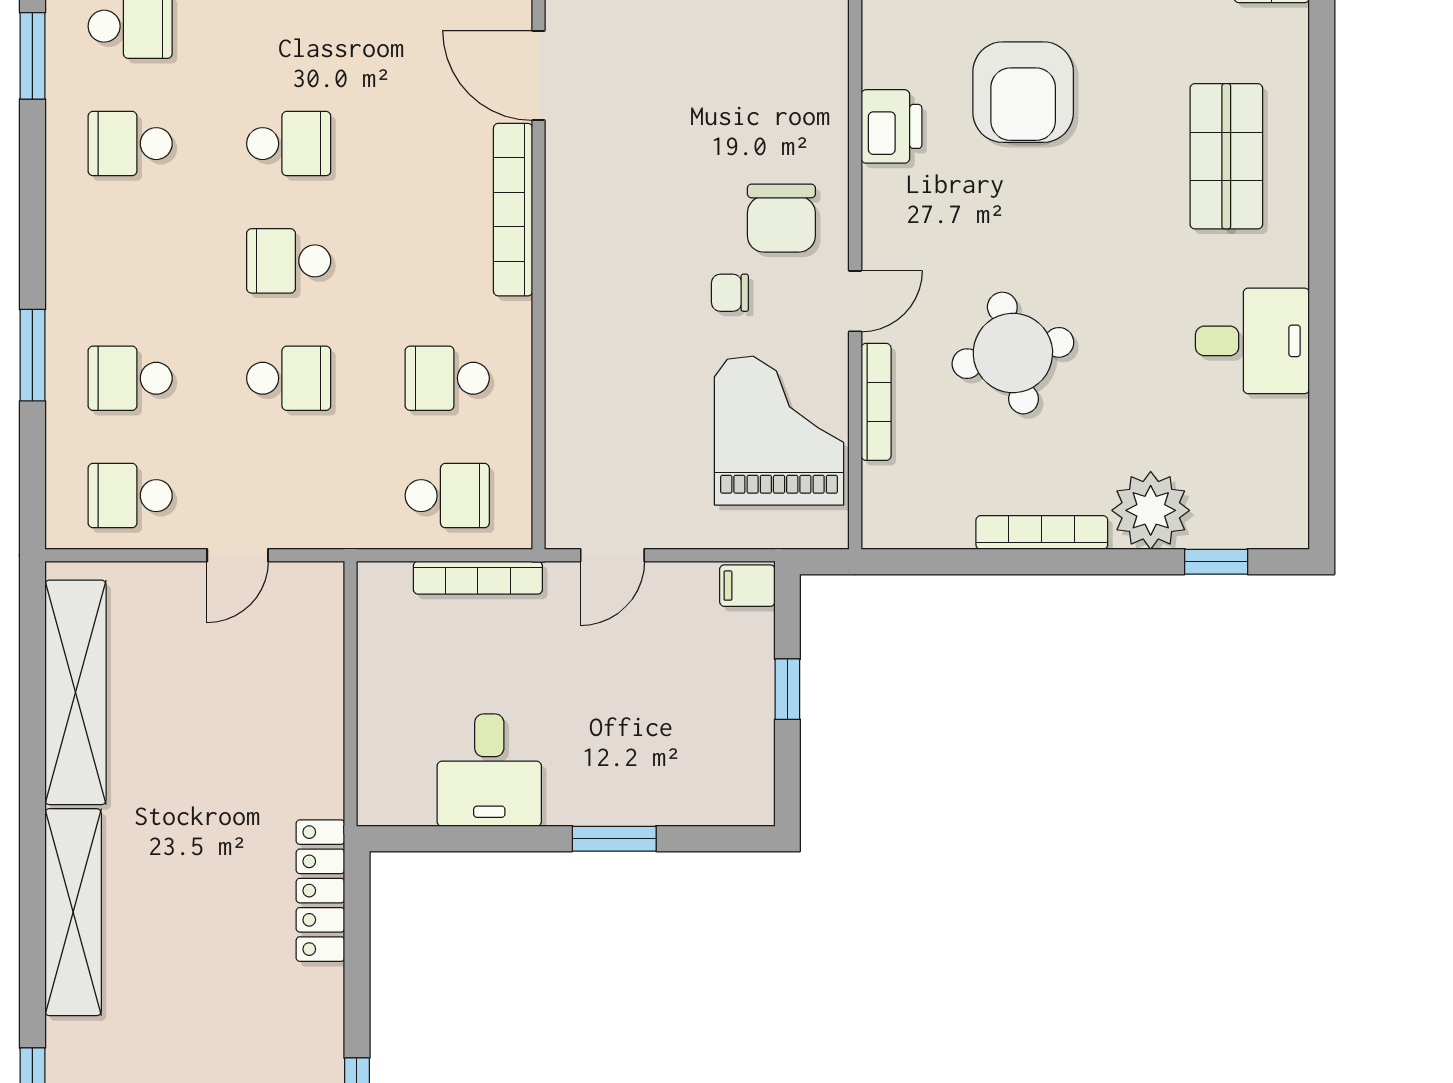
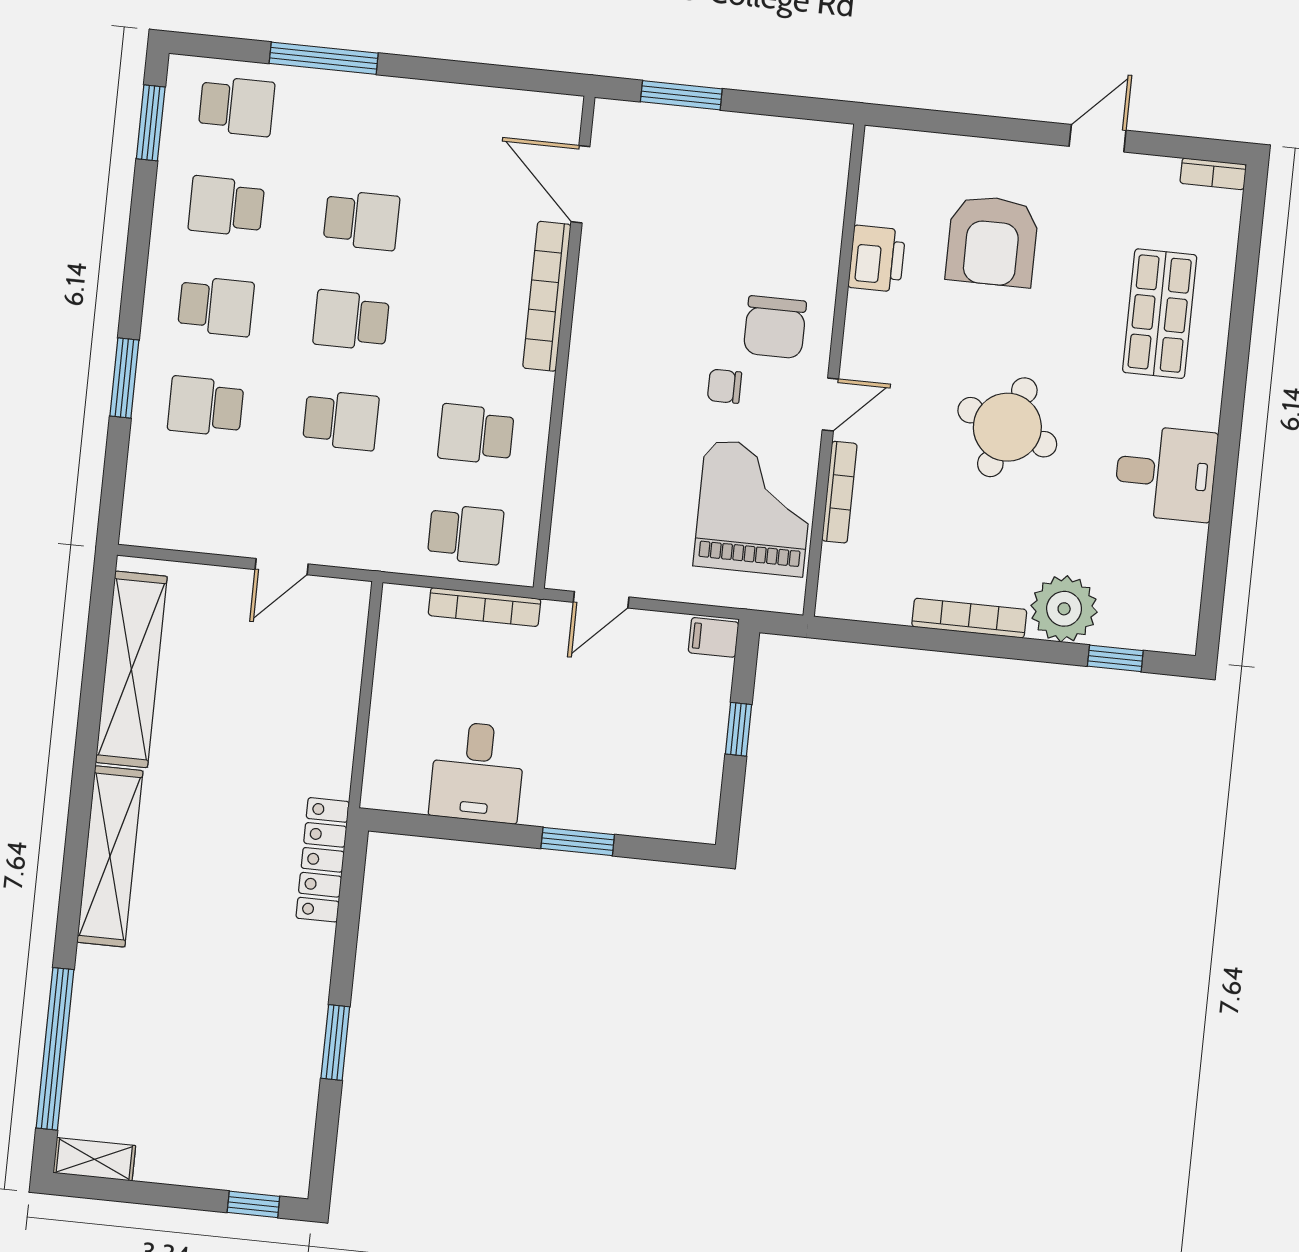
round table: (1013, 353) -> (1007, 427), moved, turned 32
school desk: (130, 496) -> (216, 306), moved, turned 180

